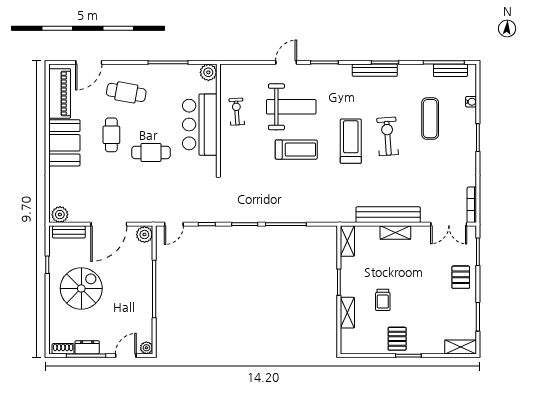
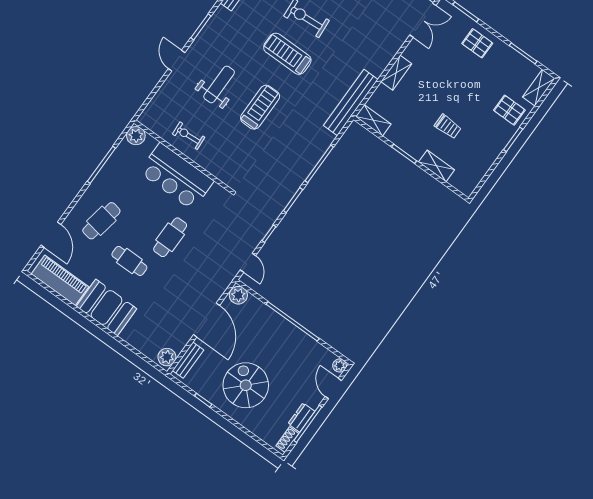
weight bench: (291, 107) -> (219, 84), width x0.73, depth x0.75
bench: (388, 215) -> (351, 103), moved
pallet: (397, 339) -> (509, 110), moved

